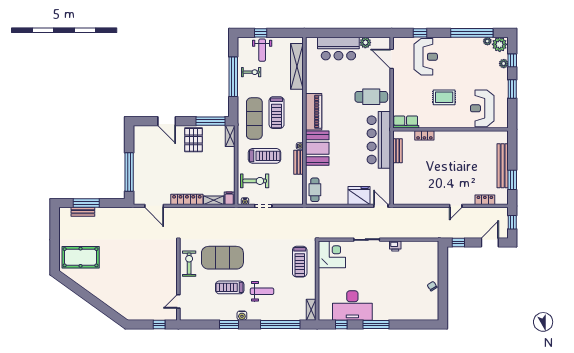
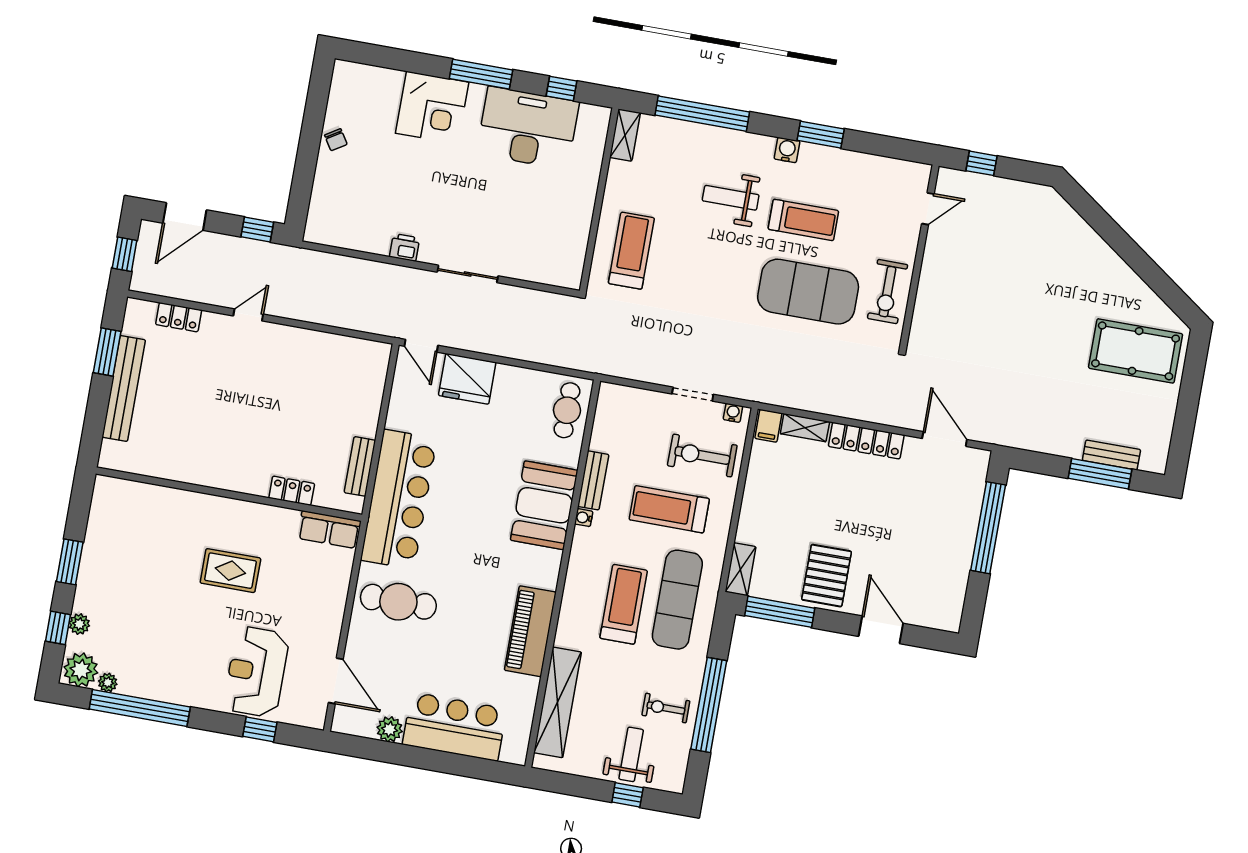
reception desk: (482, 108) -> (147, 530), removed
piano: (314, 112) -> (530, 631), moved
corner desk: (332, 254) -> (432, 108), moved, turned -90

